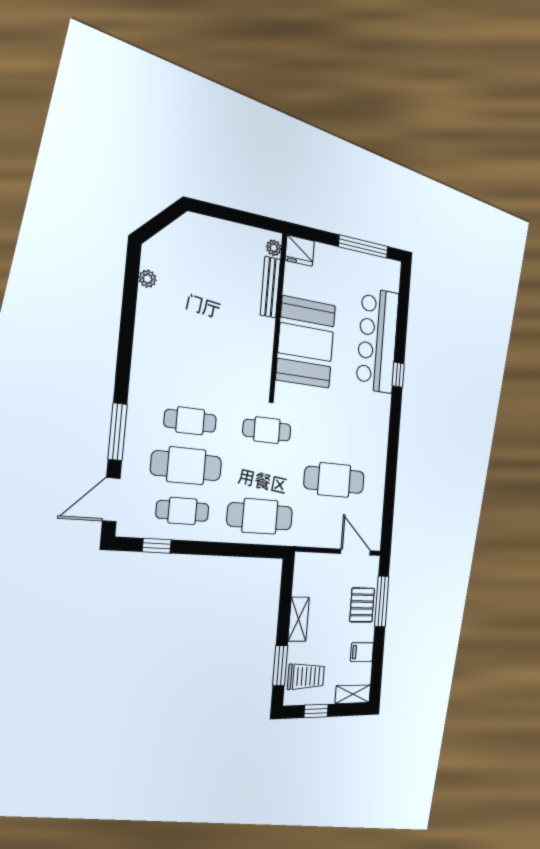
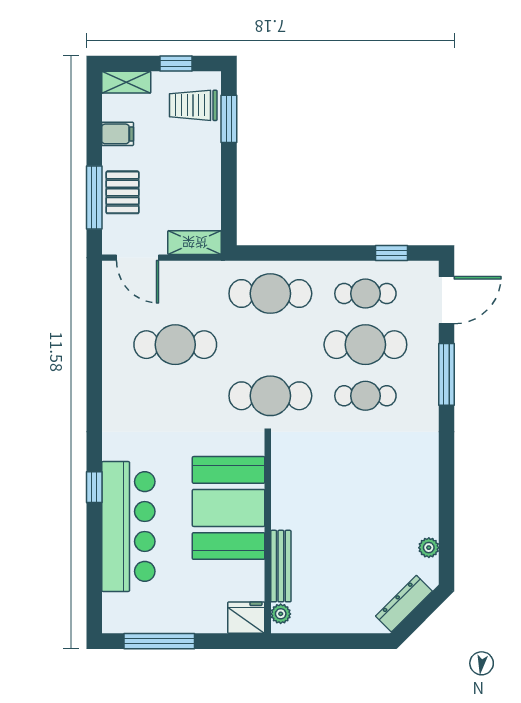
dresser: (173, 234) -> (404, 604), added
cafe table: (267, 430) -> (270, 396), width x1.37, depth x1.35
shelving: (299, 619) -> (195, 243), moved, turned 90

